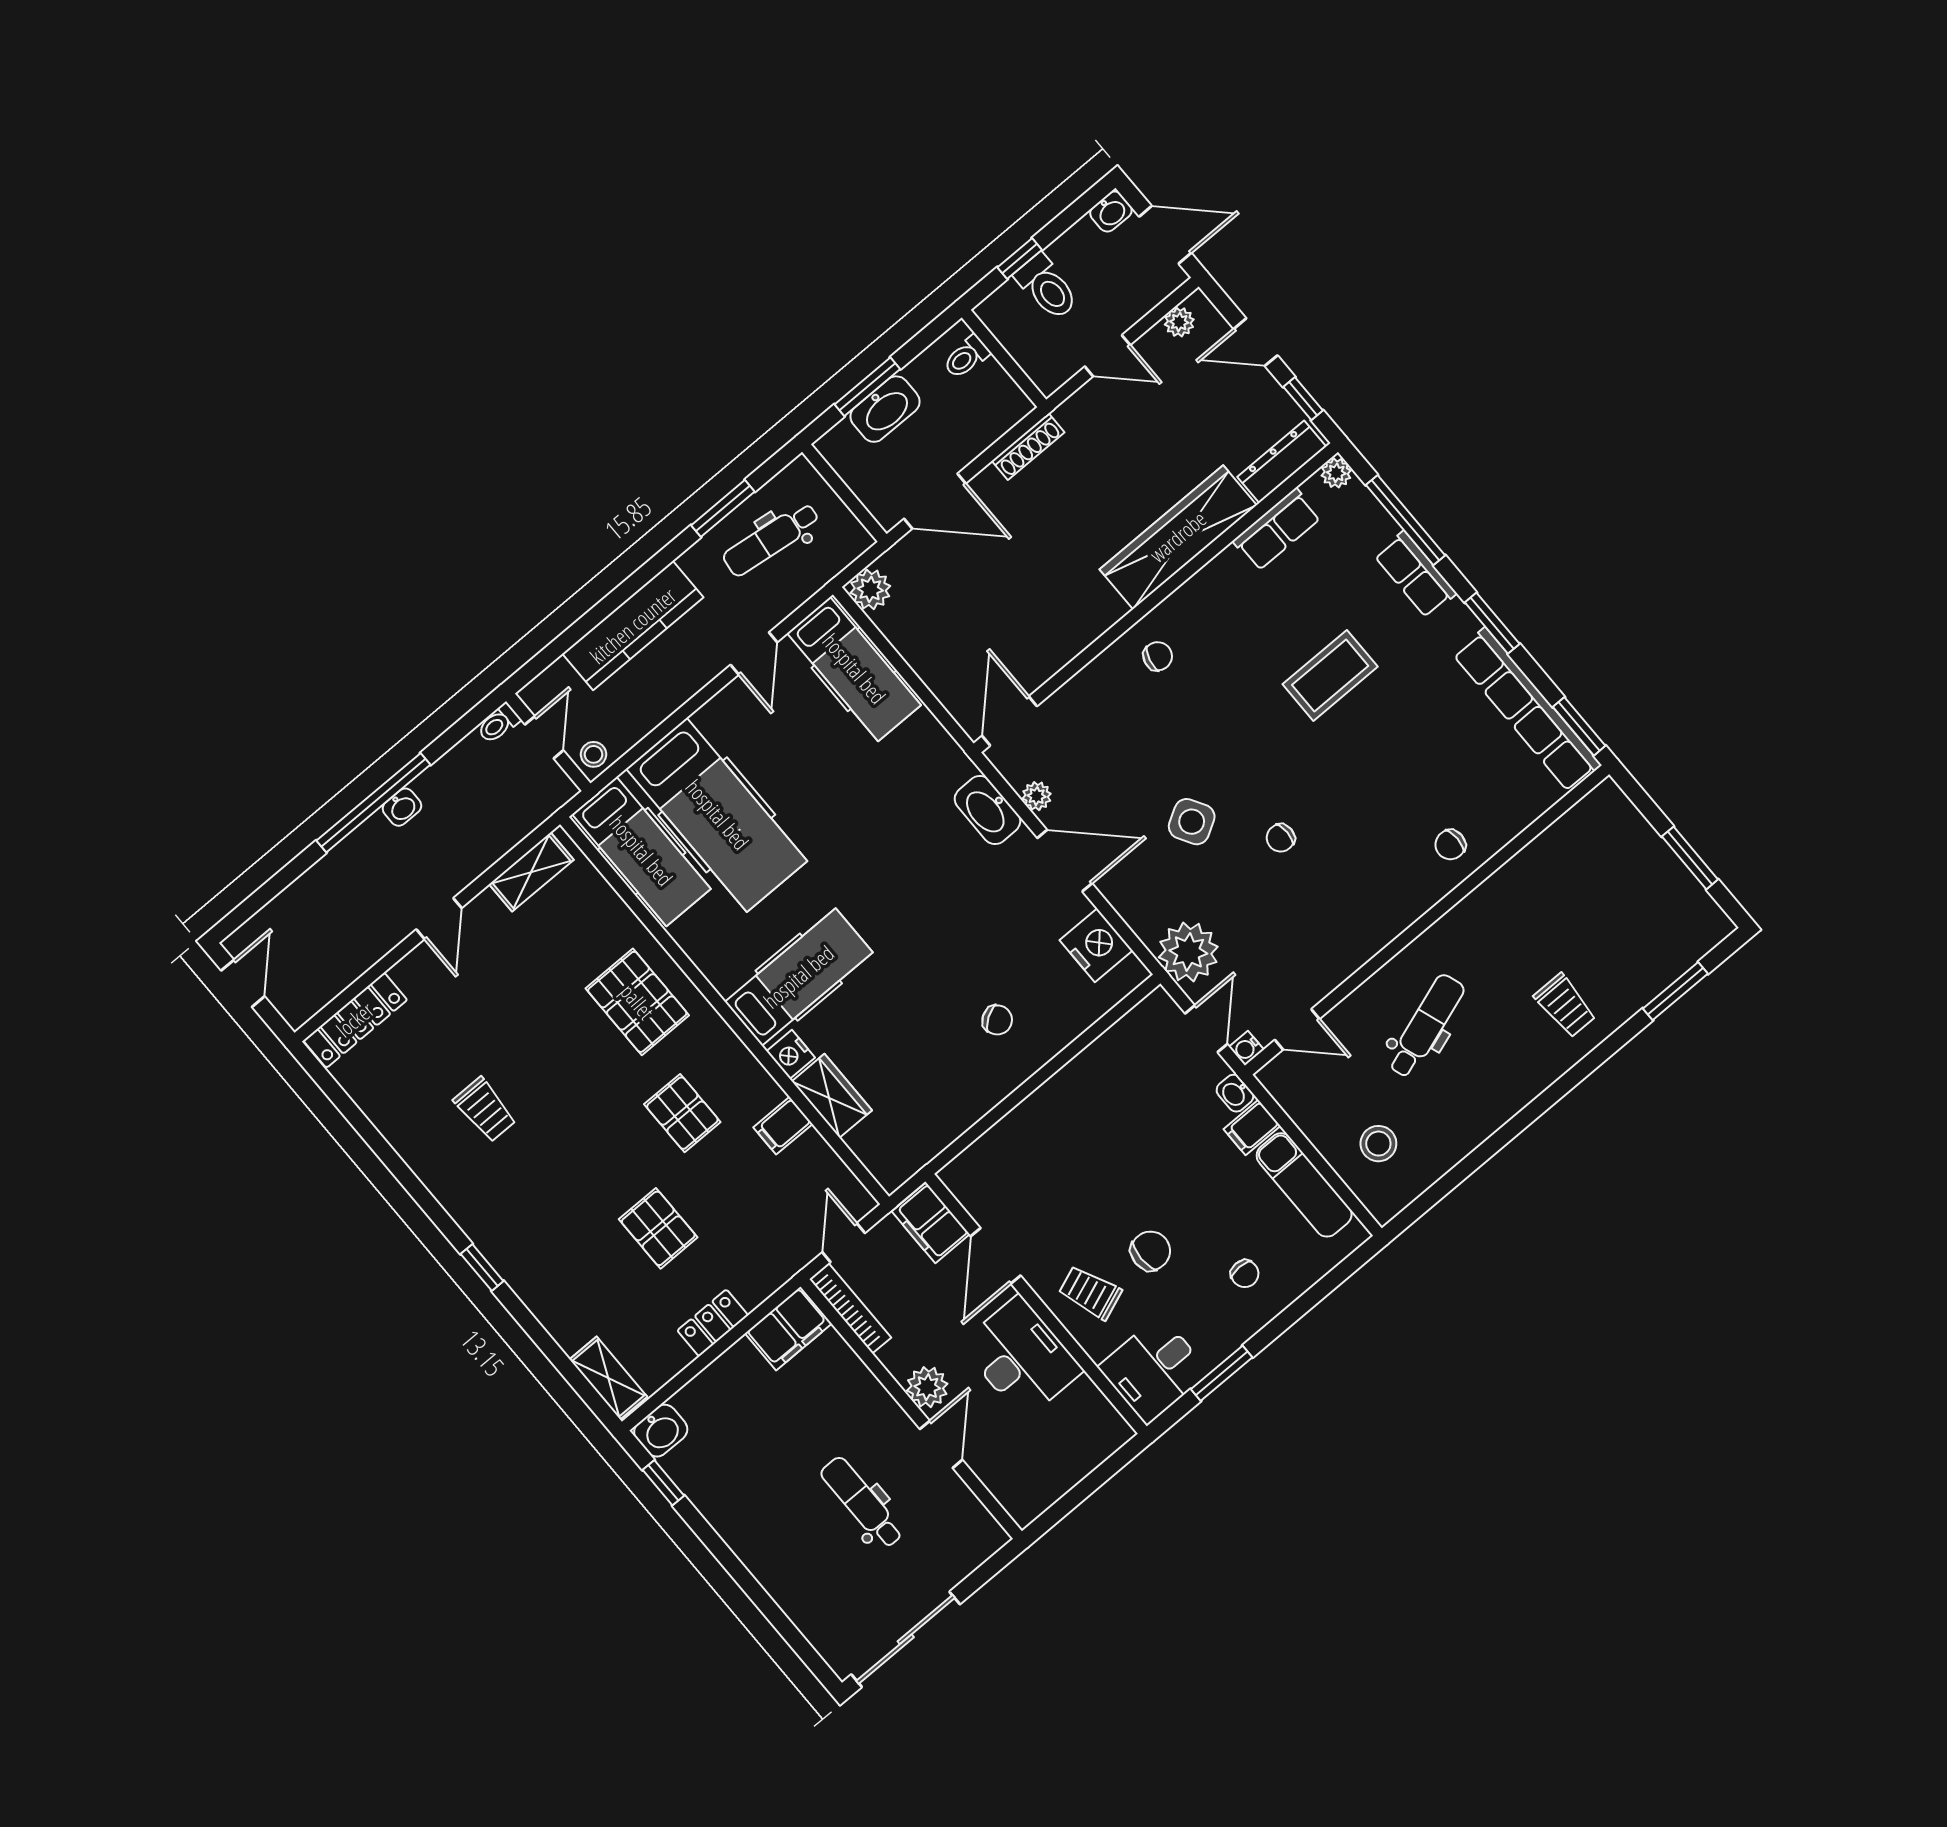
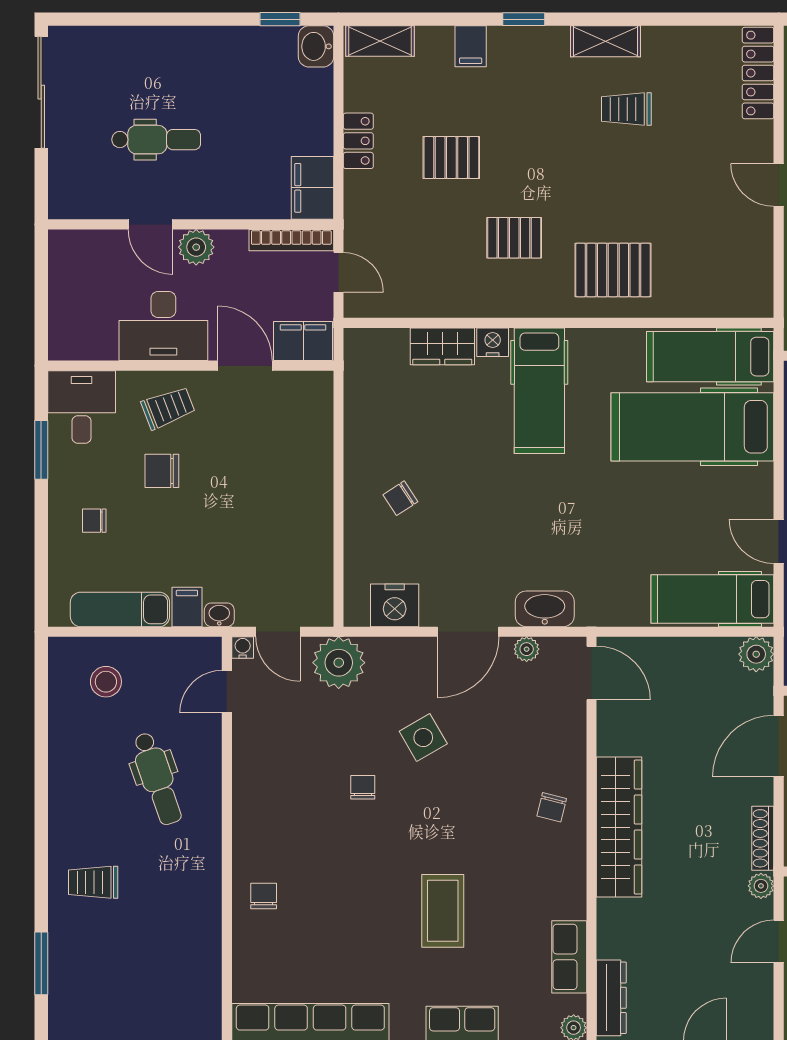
plant: (1179, 322) -> (761, 886), moved
wardrobe: (1178, 537) -> (619, 827), moved
shelving: (531, 872) -> (605, 41), moved, turned 90
filing cabinet: (783, 1126) -> (471, 46), moved, turned 180
chair: (1151, 1251) -> (162, 471), turned 90

